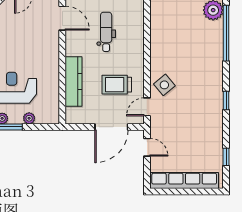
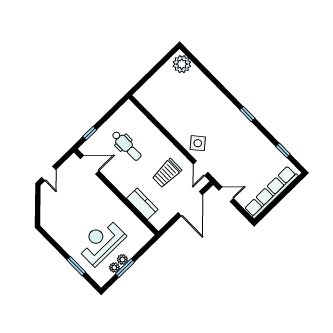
dental chair: (106, 32) -> (127, 146), turned 180
window: (226, 33) -> (205, 71), removed
kitchen counter: (73, 81) -> (142, 204), width x0.67
plant: (29, 118) -> (122, 259), moved

